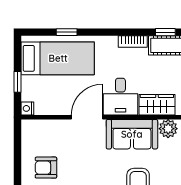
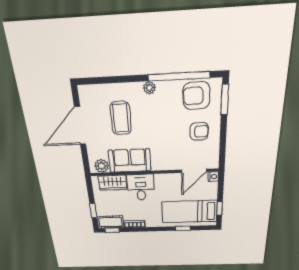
window: (18, 82) -> (220, 208), moved
door: (87, 117) -> (194, 171), moved

